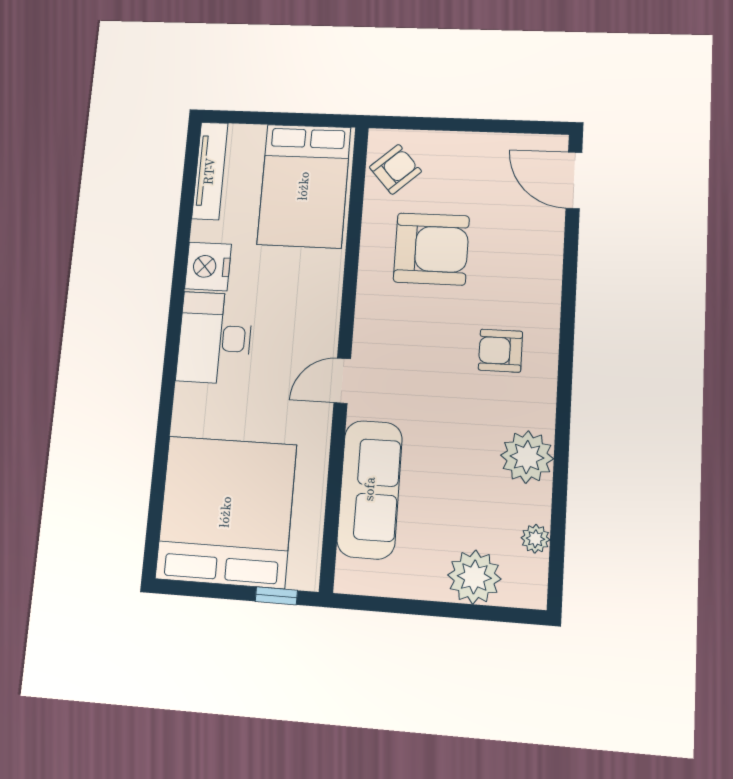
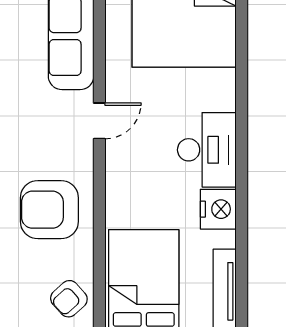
armchair: (431, 249) -> (49, 210), moved

